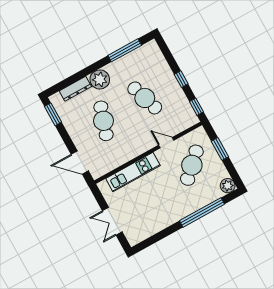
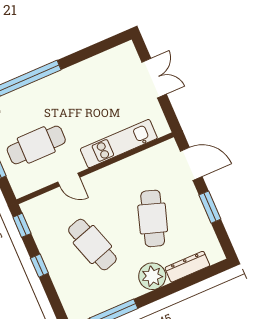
window: (53, 114) -> (210, 207), moved
cafe table: (192, 165) -> (36, 145), turned 44

